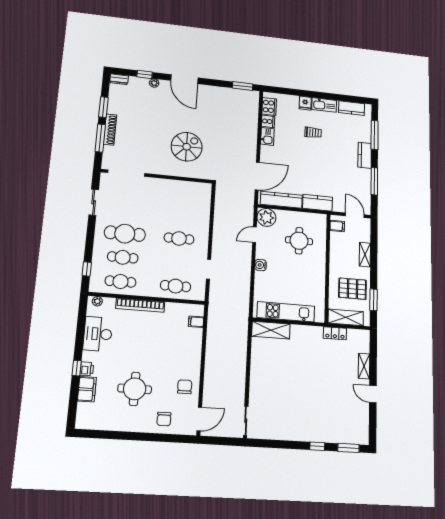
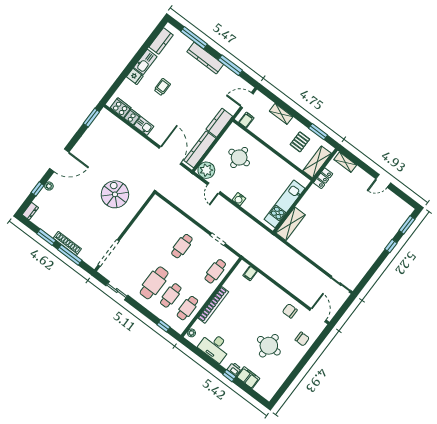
kitchen counter: (365, 155) -> (205, 58), width x1.50
pallet: (352, 289) -> (300, 142), width x0.67, depth x0.71
shelving: (364, 366) -> (345, 162), moved

